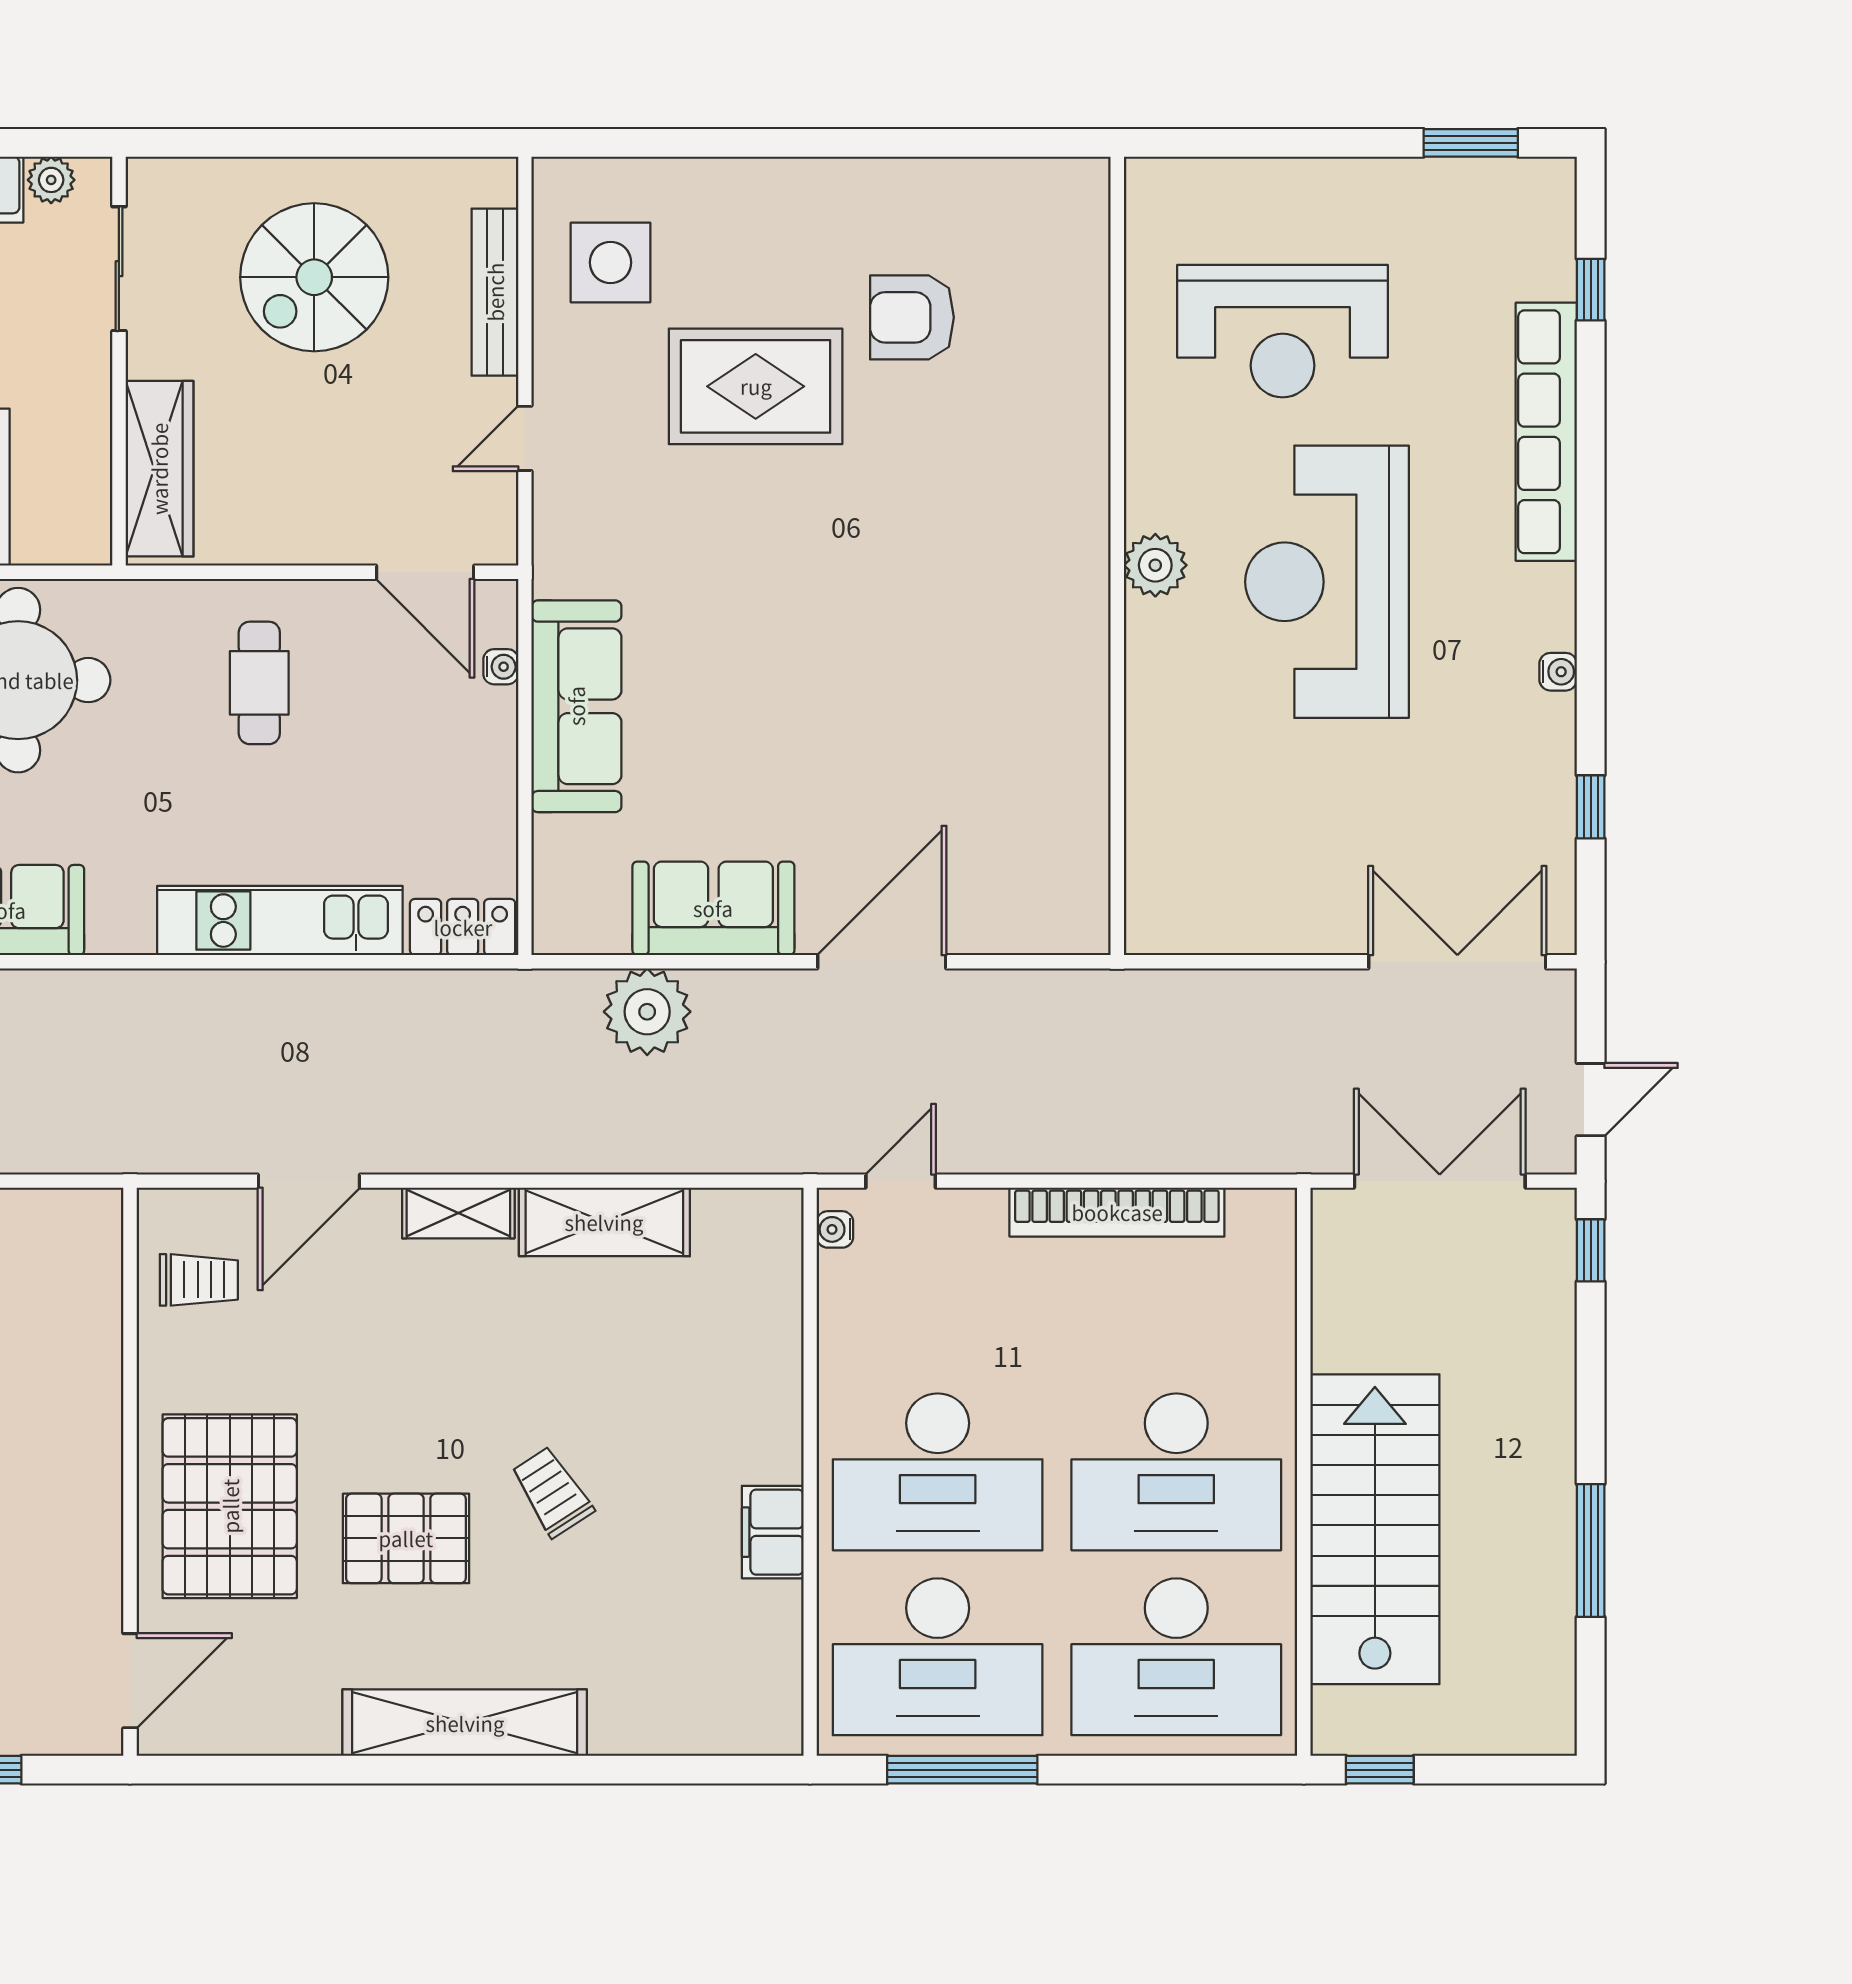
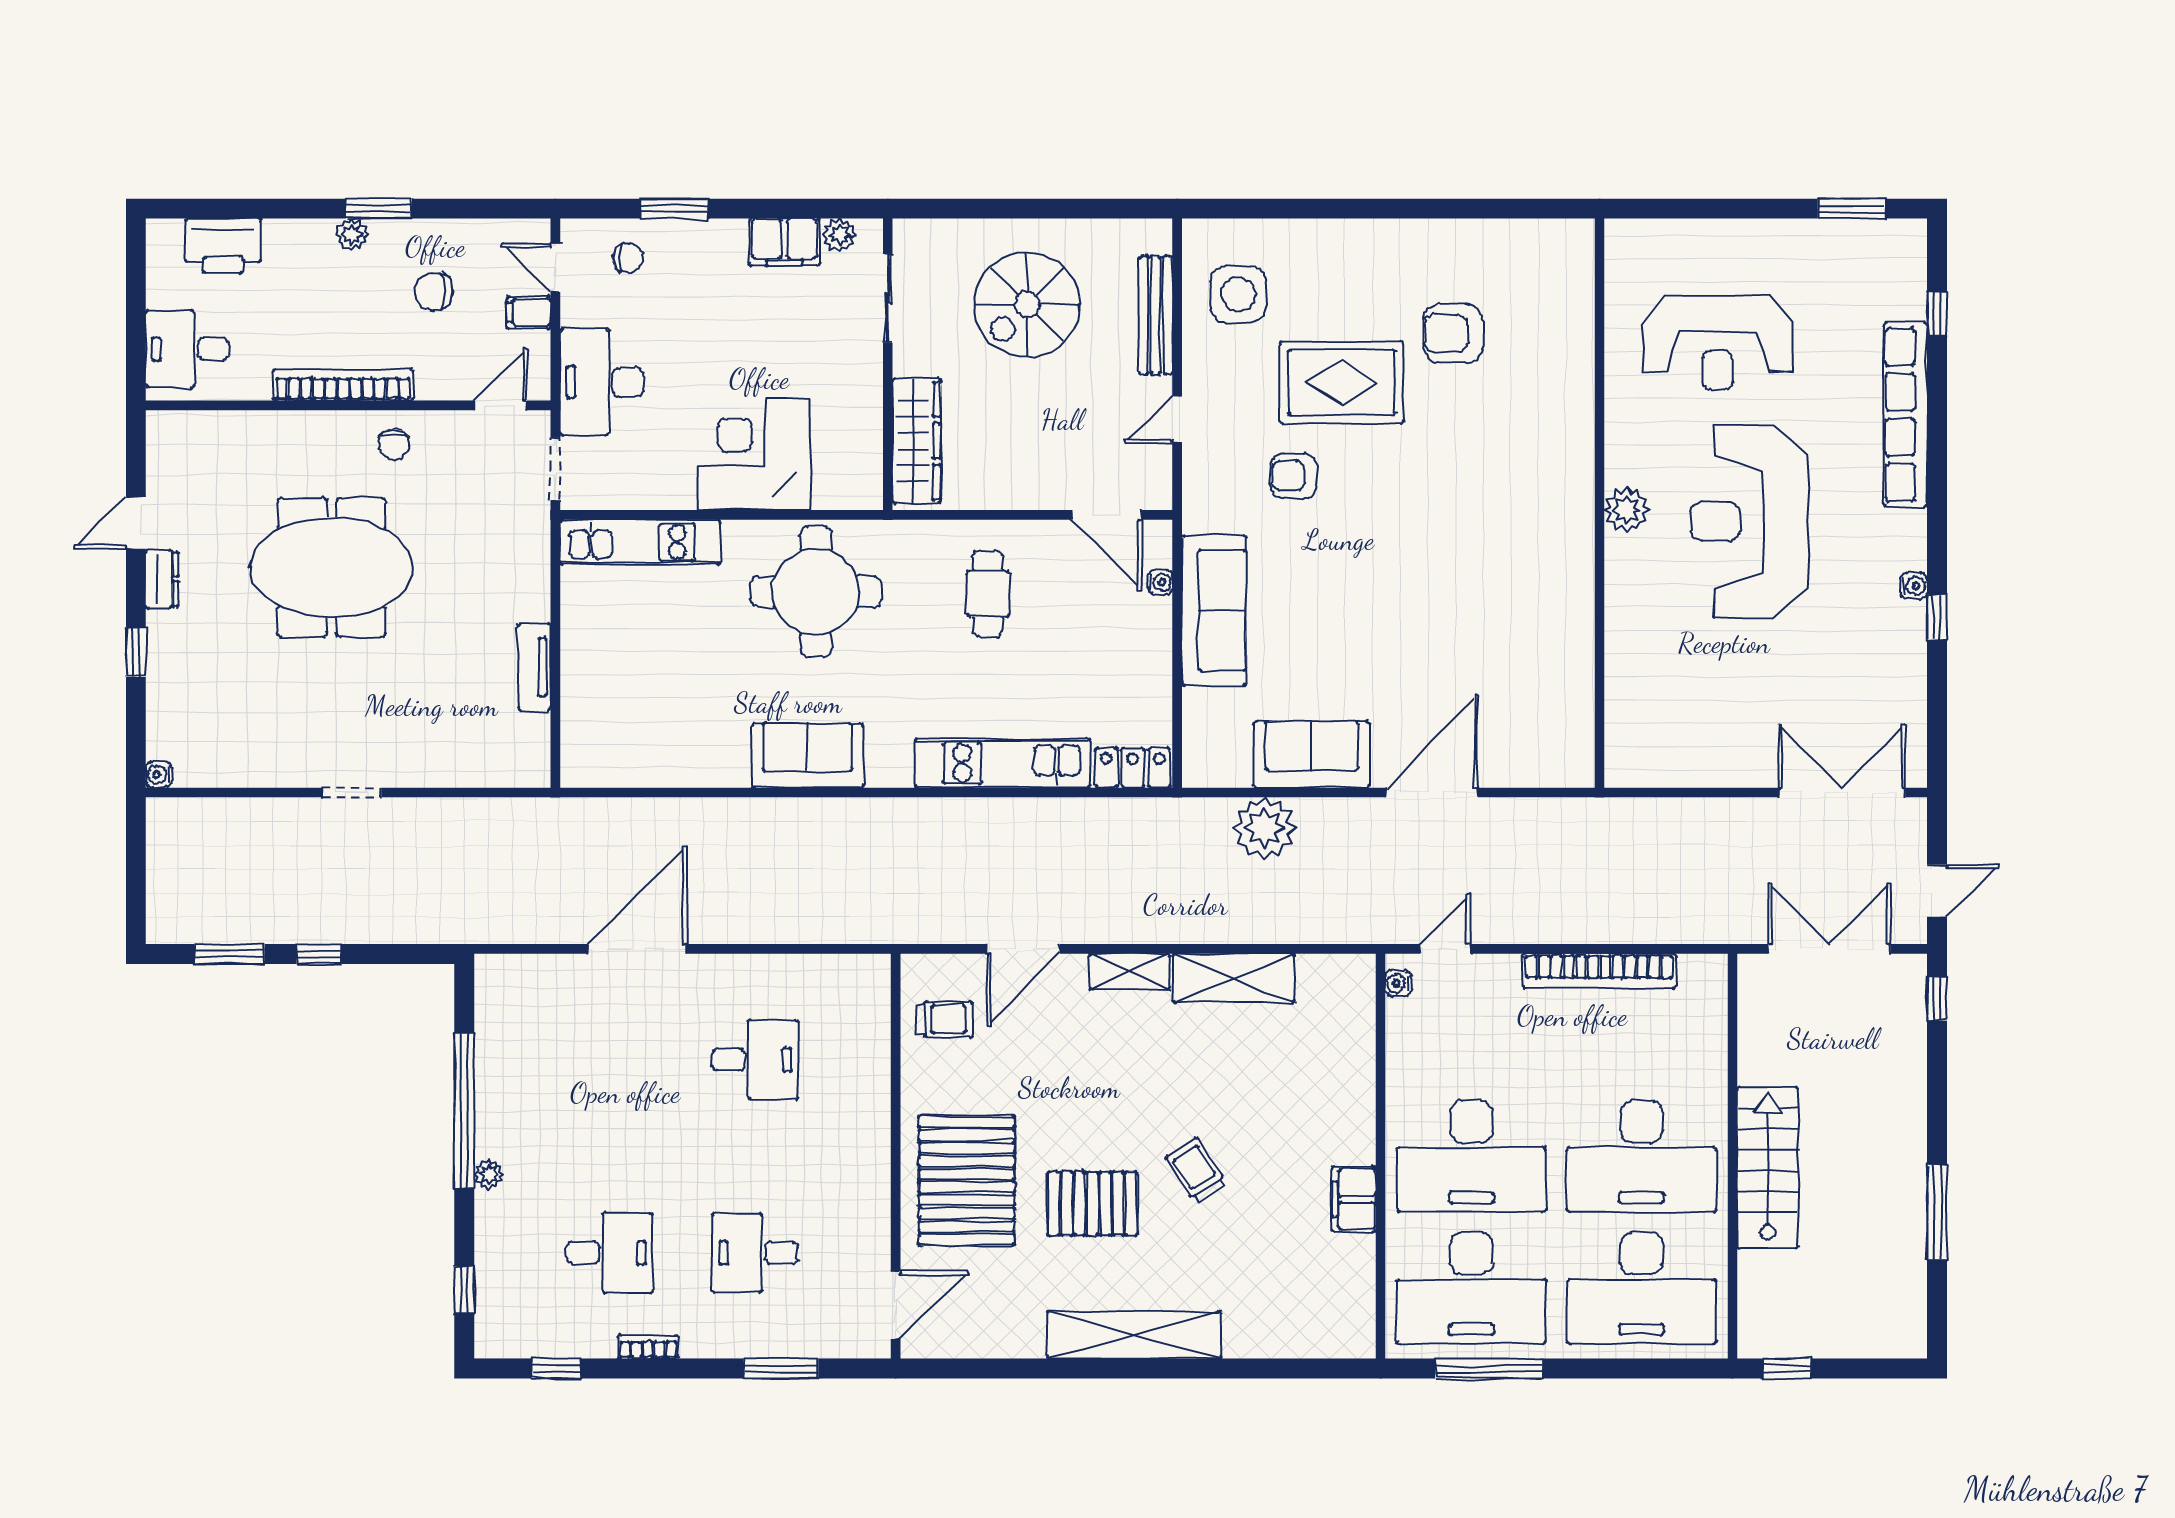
armchair: (688, 517) -> (1294, 476), added
window: (1591, 807) -> (1937, 617), moved
stairs: (1375, 1529) -> (1768, 1168), width x0.73, depth x0.66

